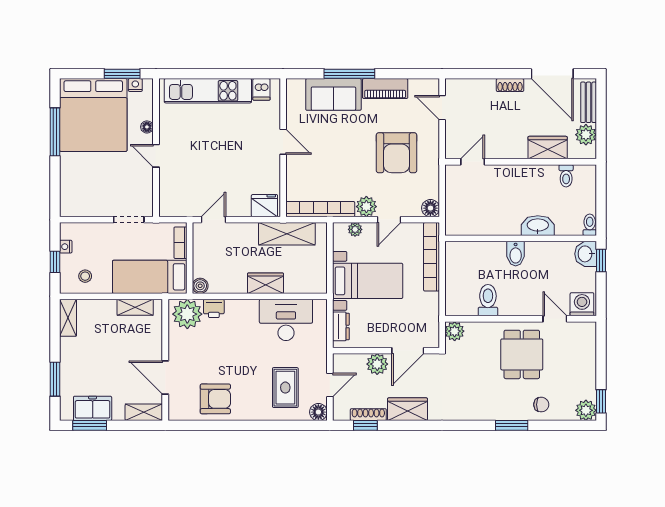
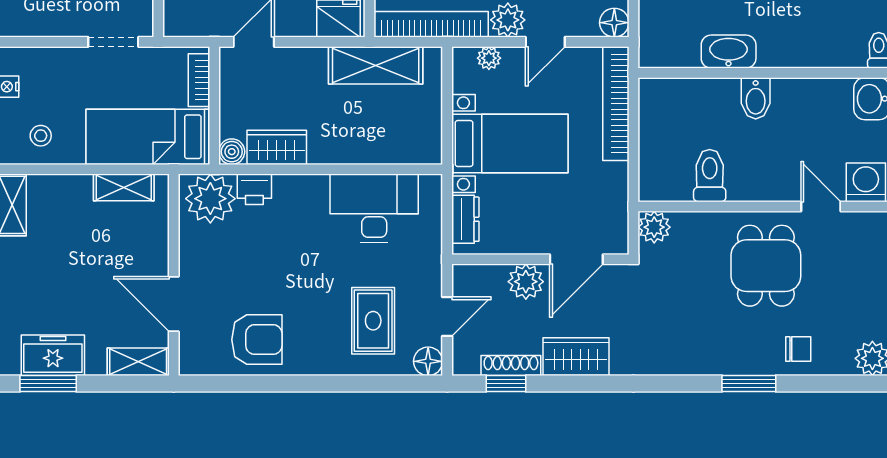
washbasin: (538, 226) -> (729, 52), moved
wardrobe: (265, 283) -> (277, 147), moved

